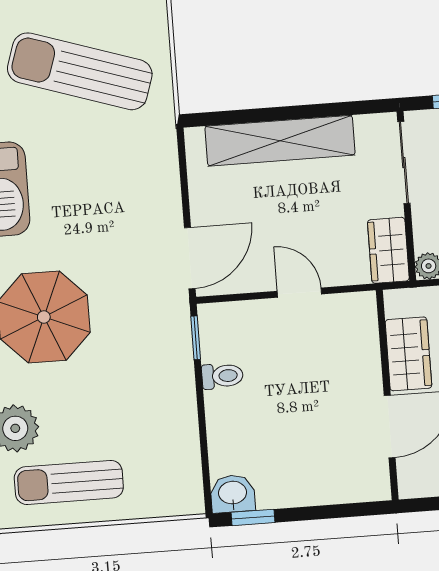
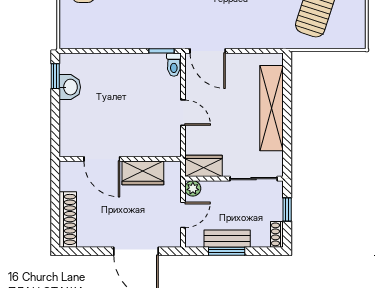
door: (299, 293) -> (183, 113), hinge flipped
toilet: (222, 376) -> (174, 65), moved
washbasin: (233, 494) -> (70, 87), moved

